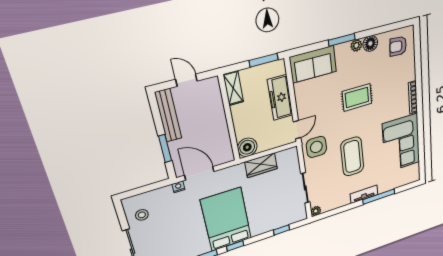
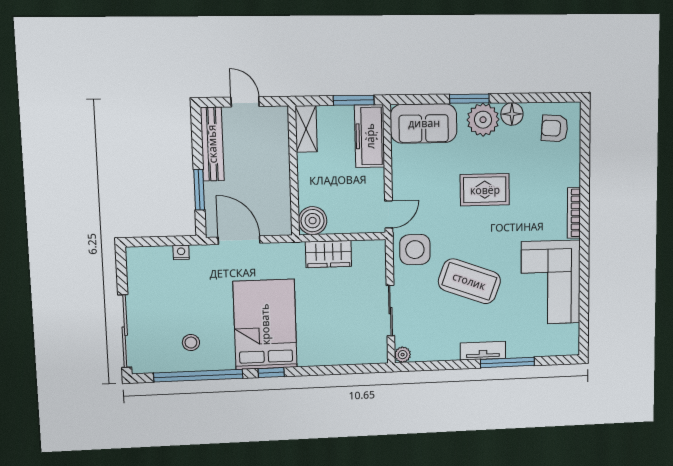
plant: (356, 45) -> (483, 120), width x1.87, depth x1.87
freezer: (280, 98) -> (370, 136), moved
coffee table: (352, 157) -> (469, 281), turned -70
nightstand: (178, 187) -> (181, 252), moved
stool: (142, 215) -> (191, 343), moved
window: (281, 230) -> (345, 369), removed

